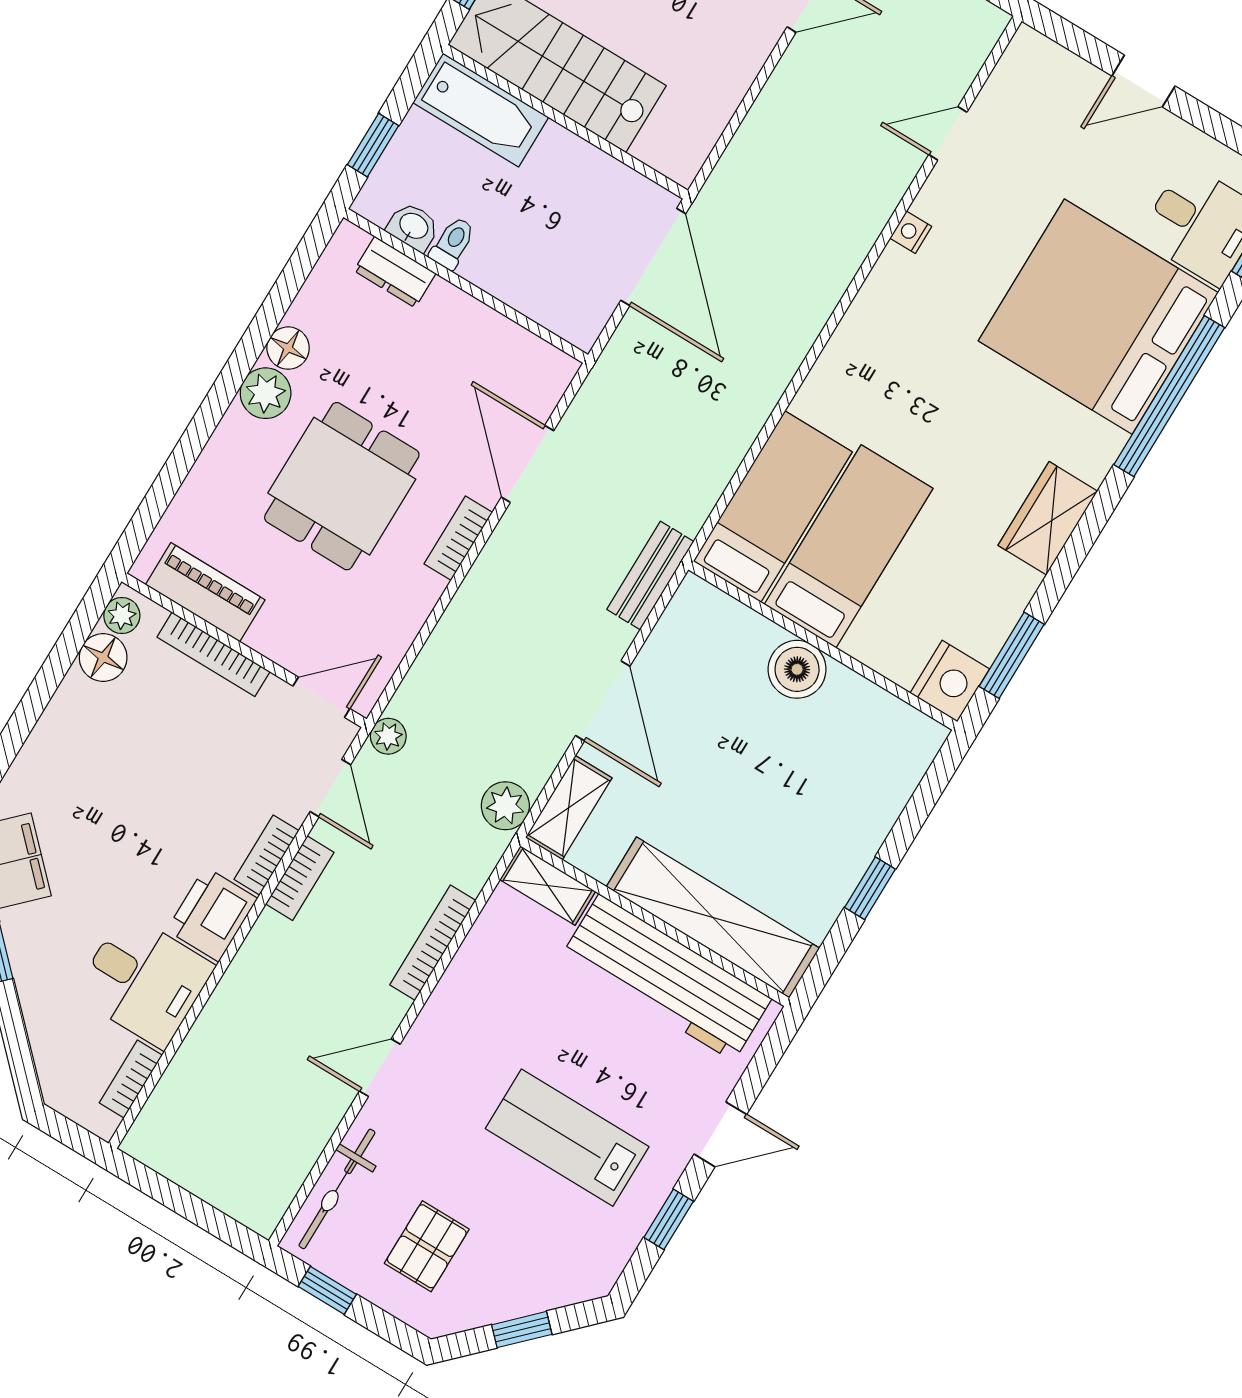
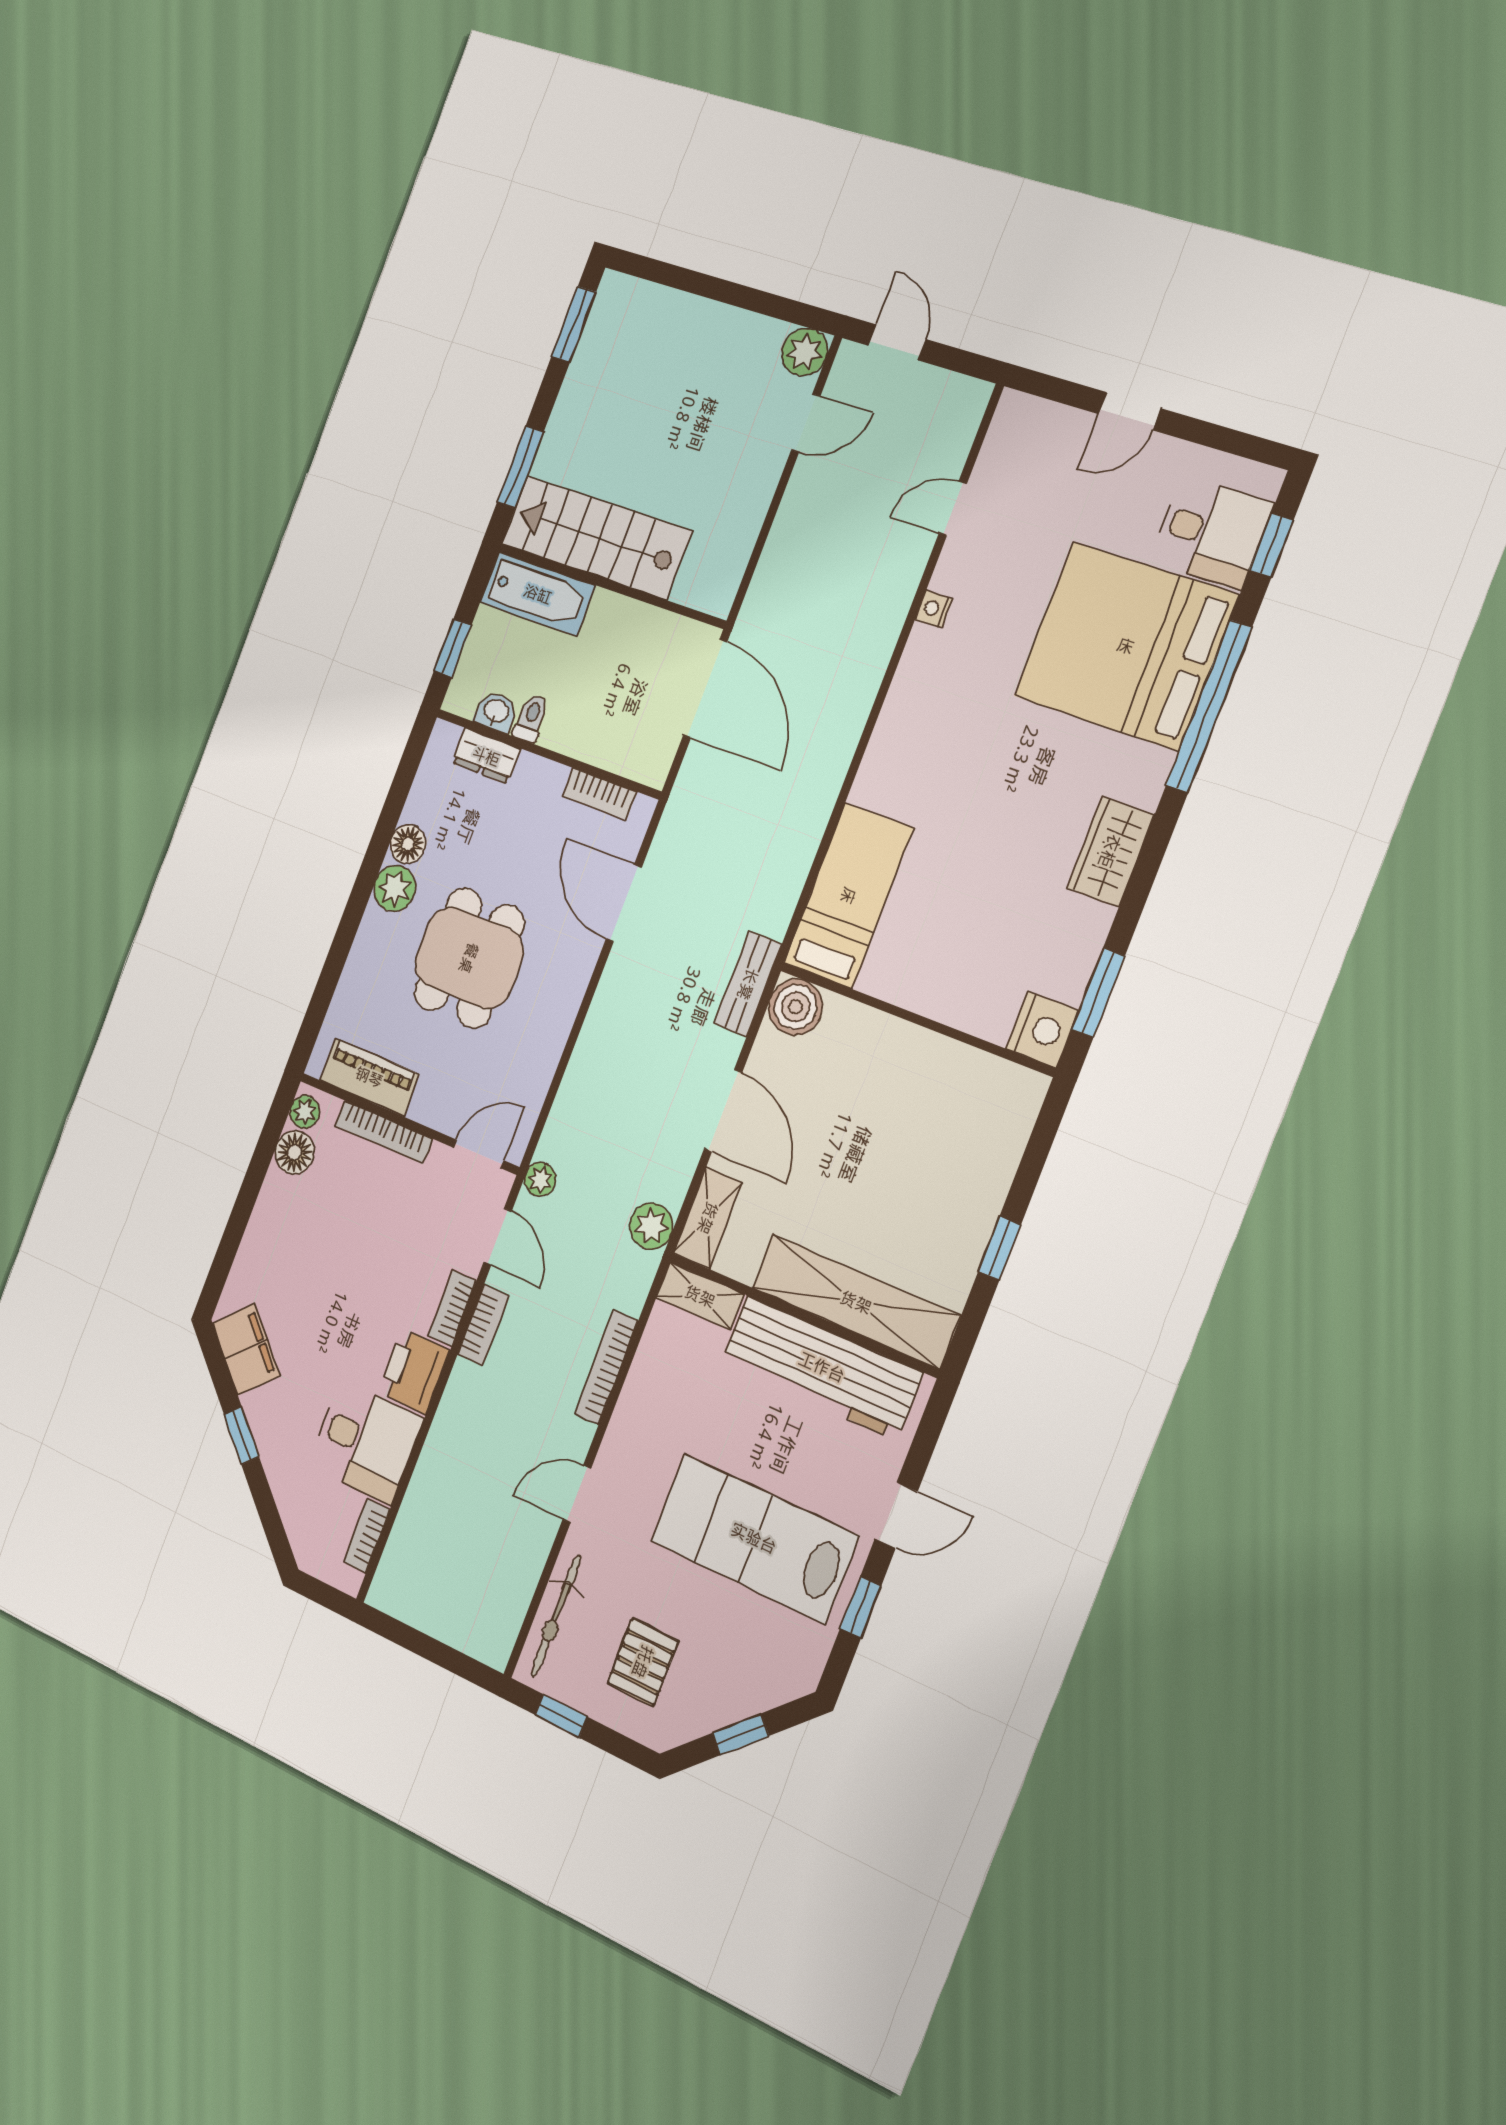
bookcase: (458, 538) -> (599, 794), moved, turned -90
bed: (849, 546) -> (925, 919), removed
boiler: (797, 669) -> (795, 1007), moved
lab bench: (567, 1138) -> (754, 1538), width x1.36, depth x1.39

